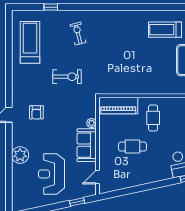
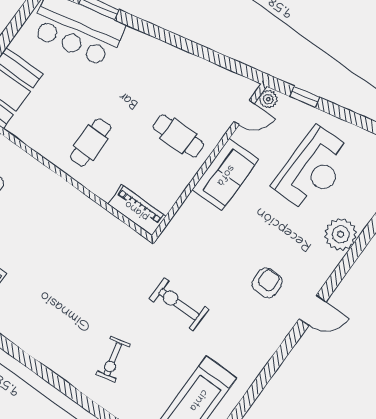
piano: (118, 106) -> (137, 210), width x0.73, depth x0.75
plant: (92, 123) -> (268, 99), moved
cafe table: (132, 147) -> (178, 136), moved

